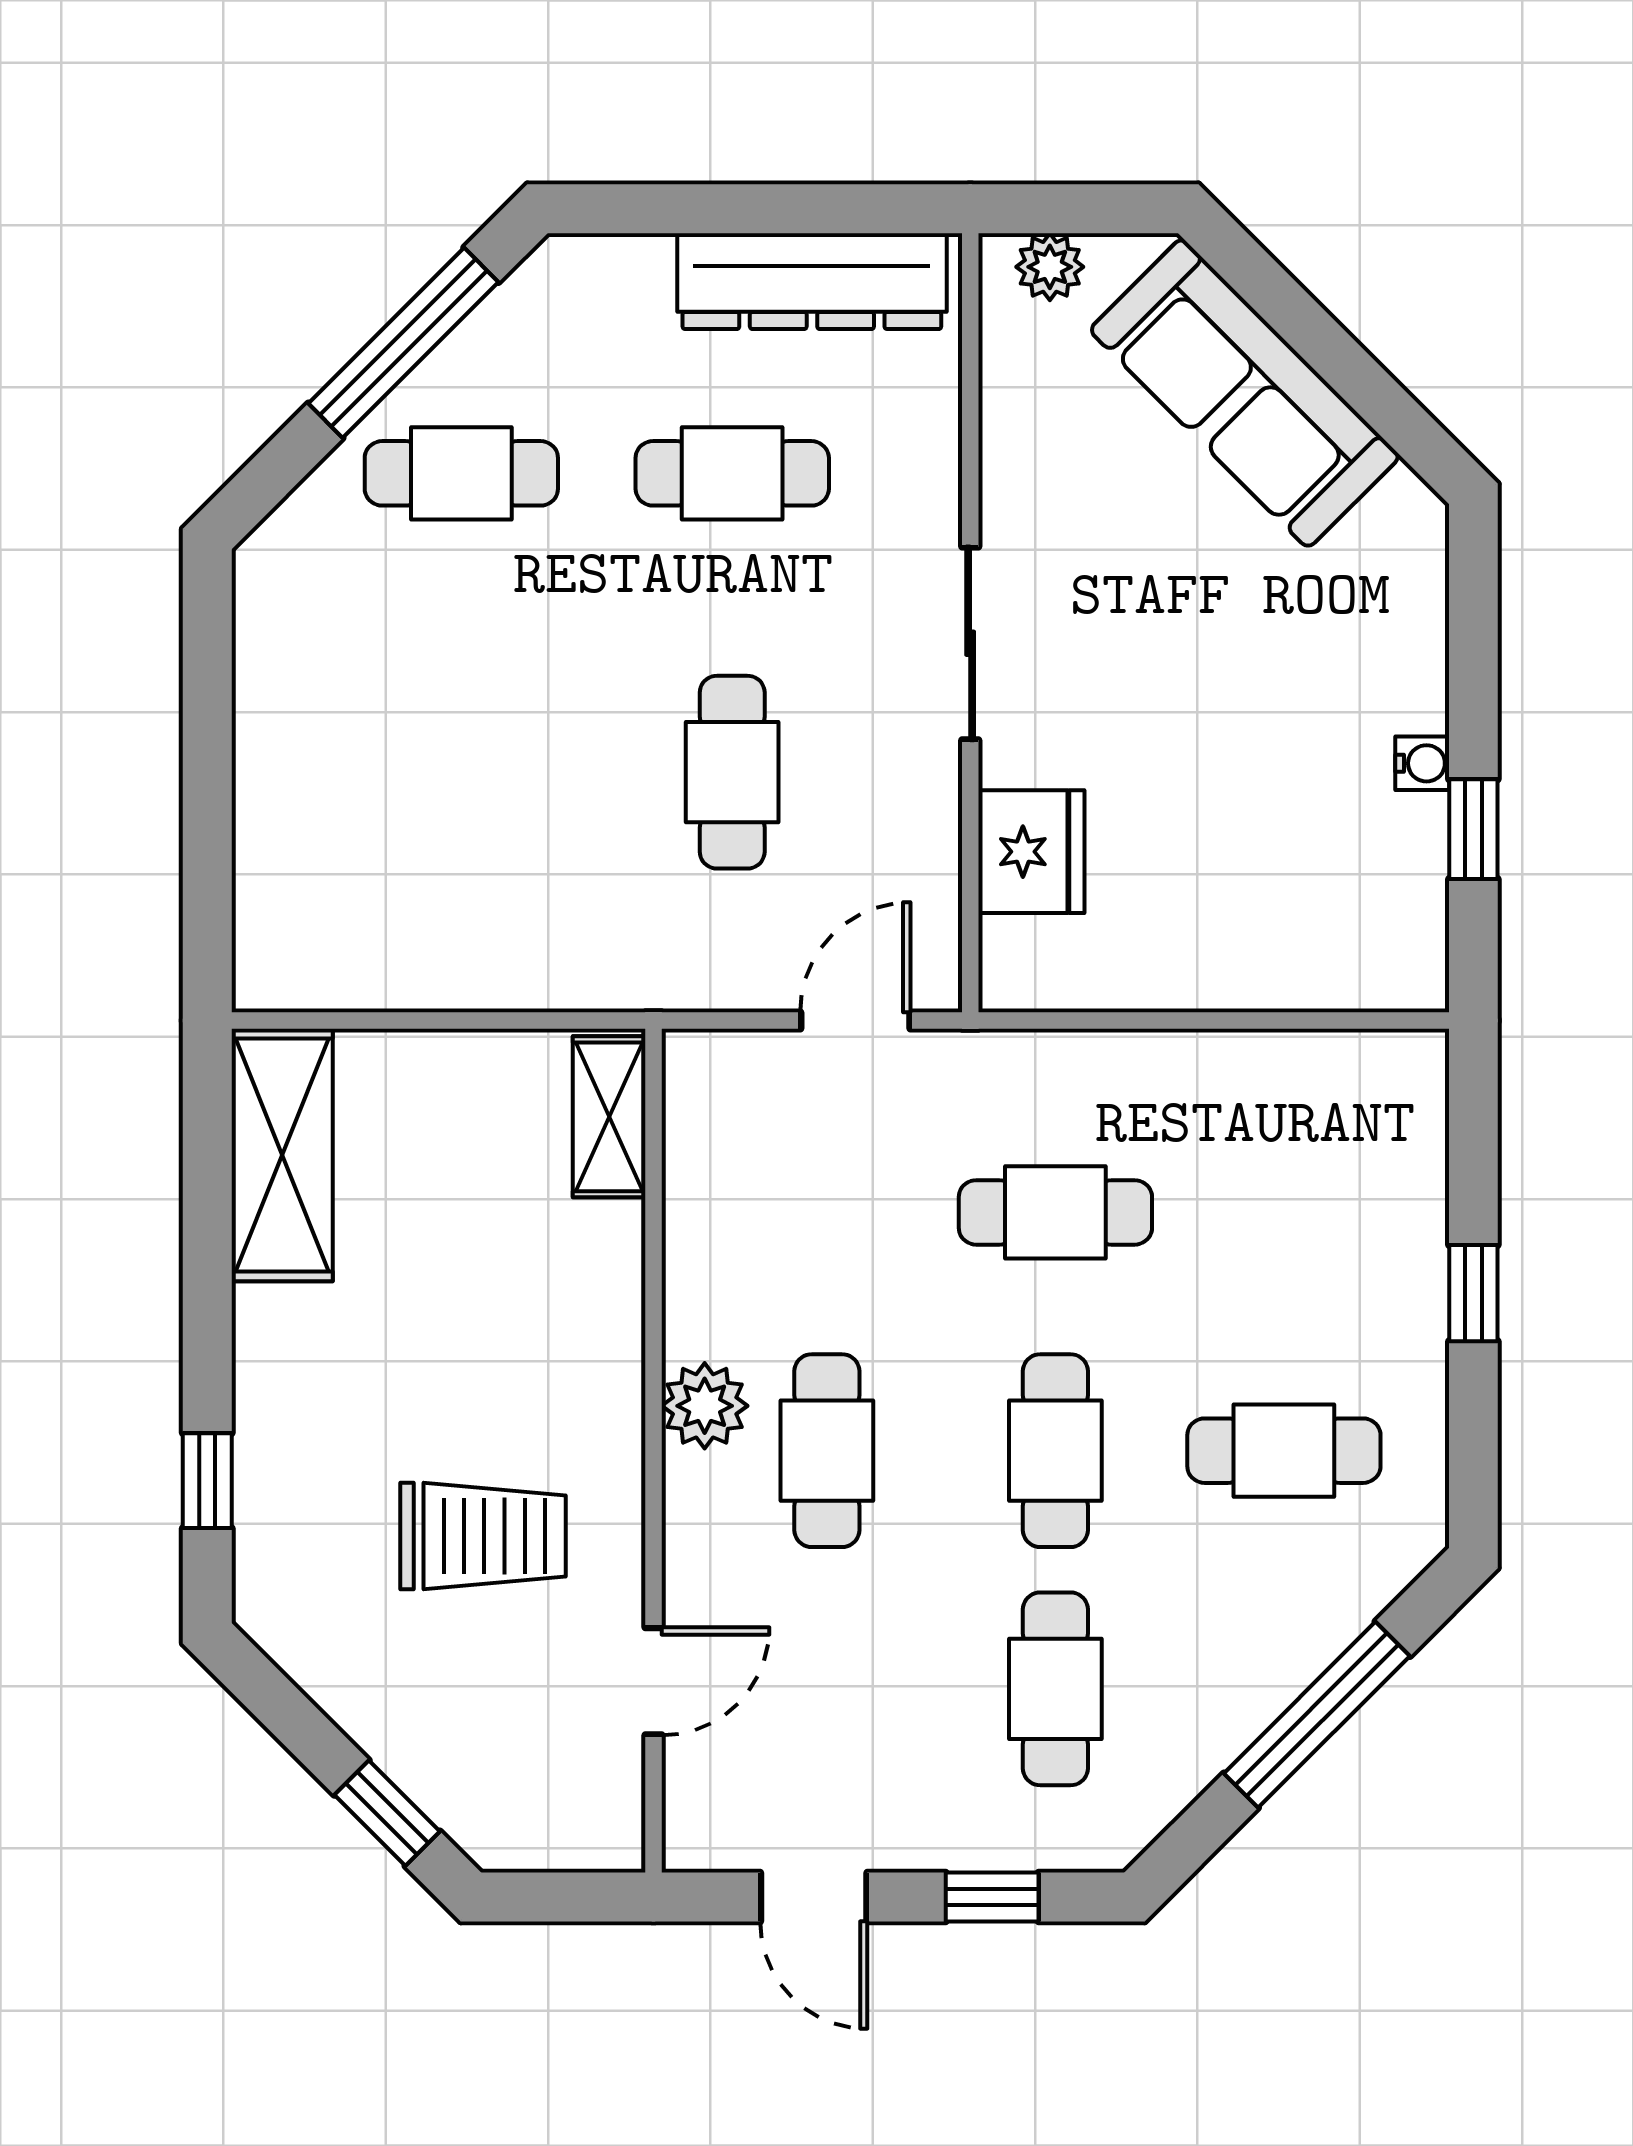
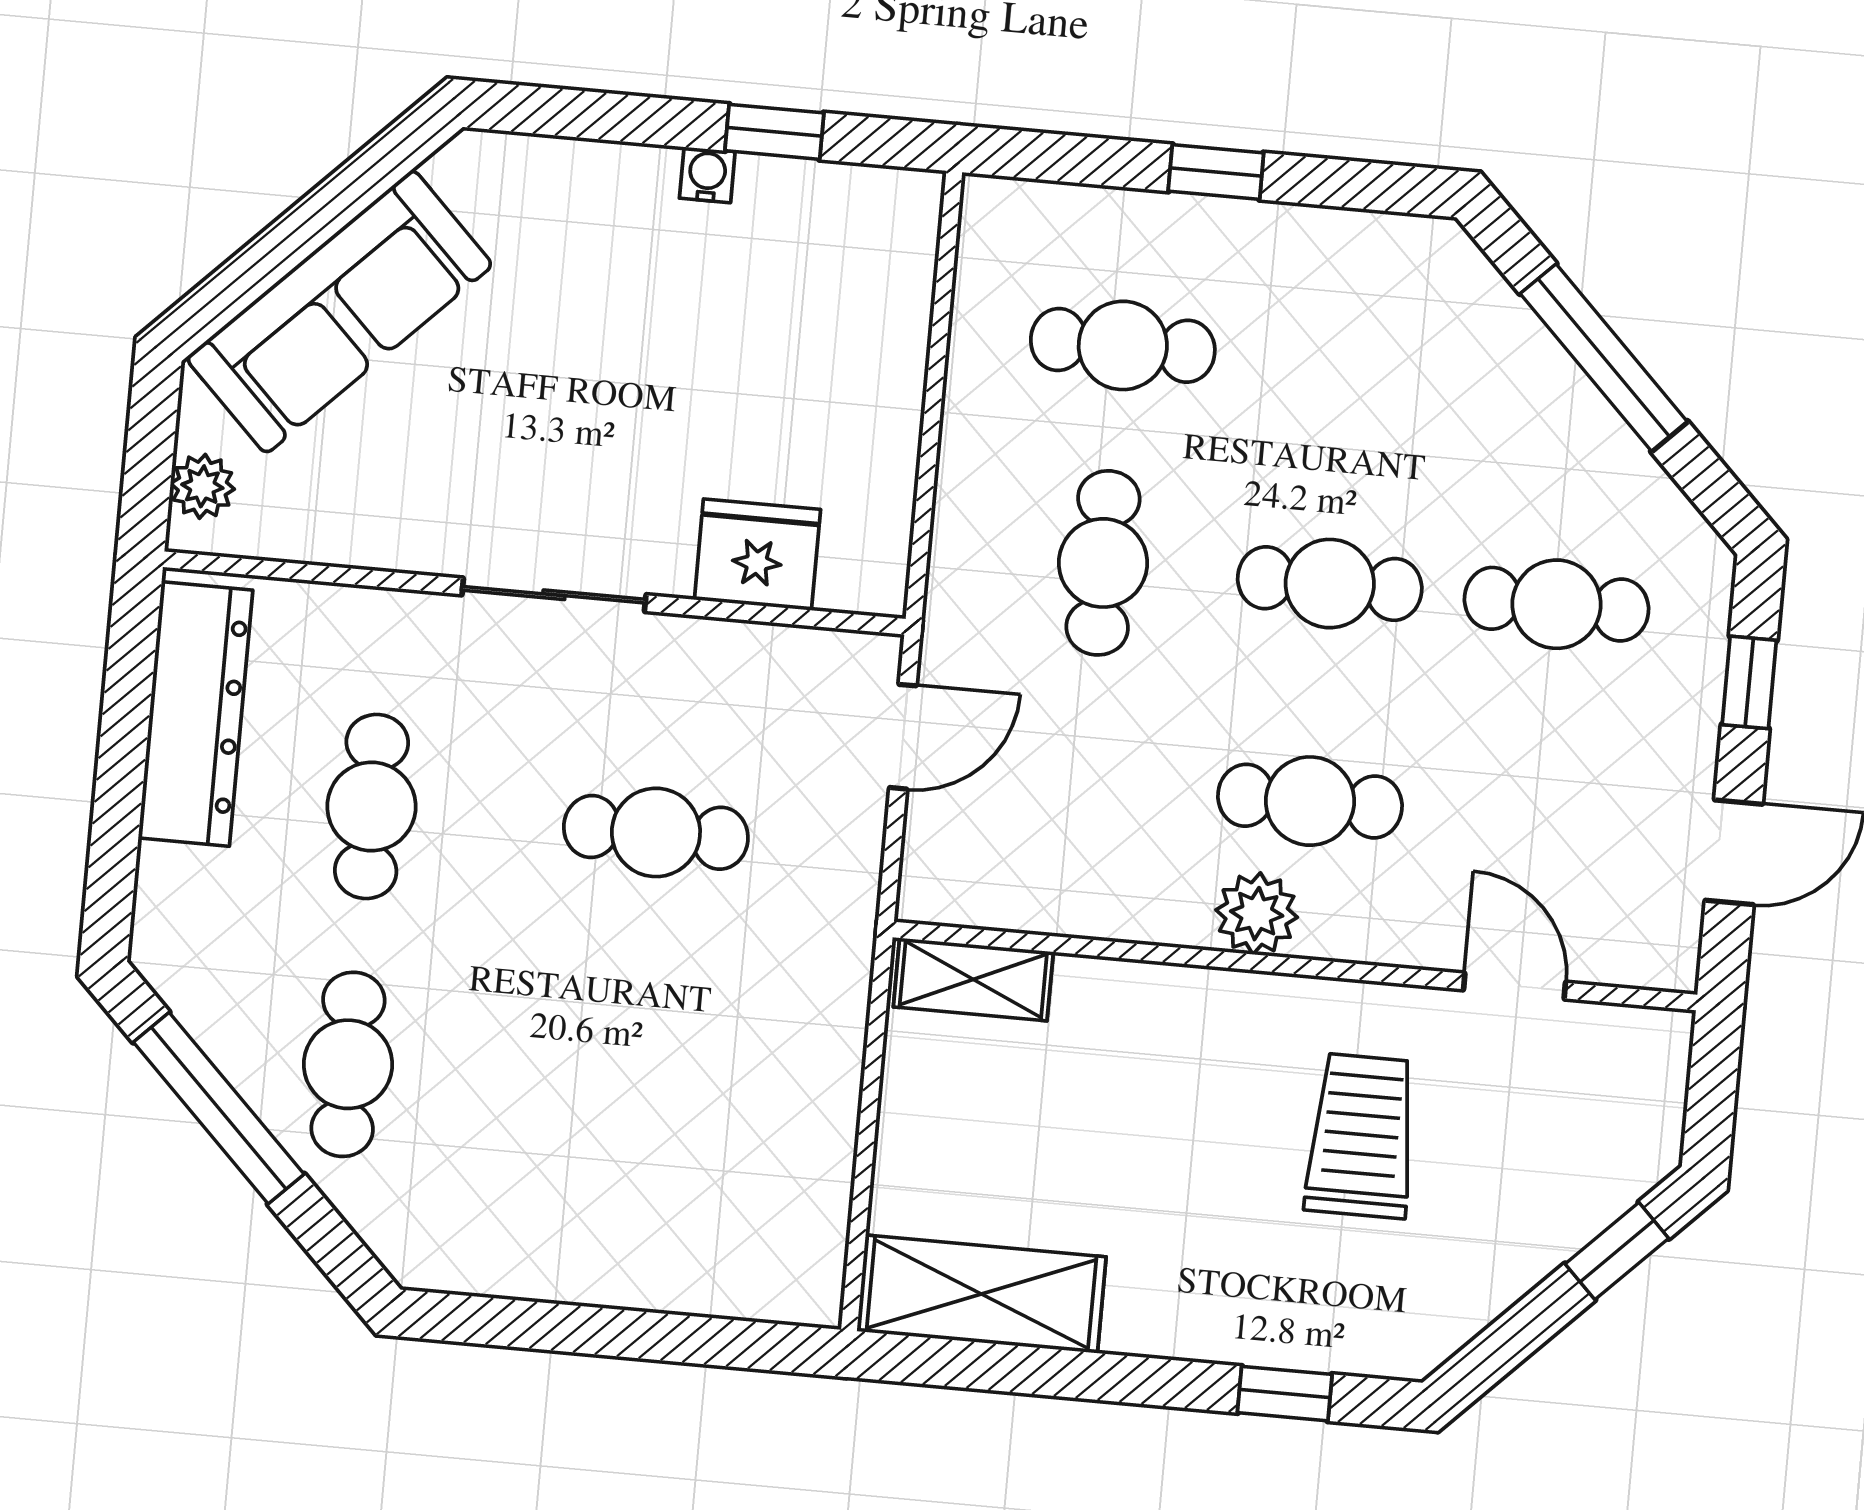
door: (855, 1020) -> (903, 737), swing flipped
cafe table: (1284, 1451) -> (1123, 345), moved, turned 90

